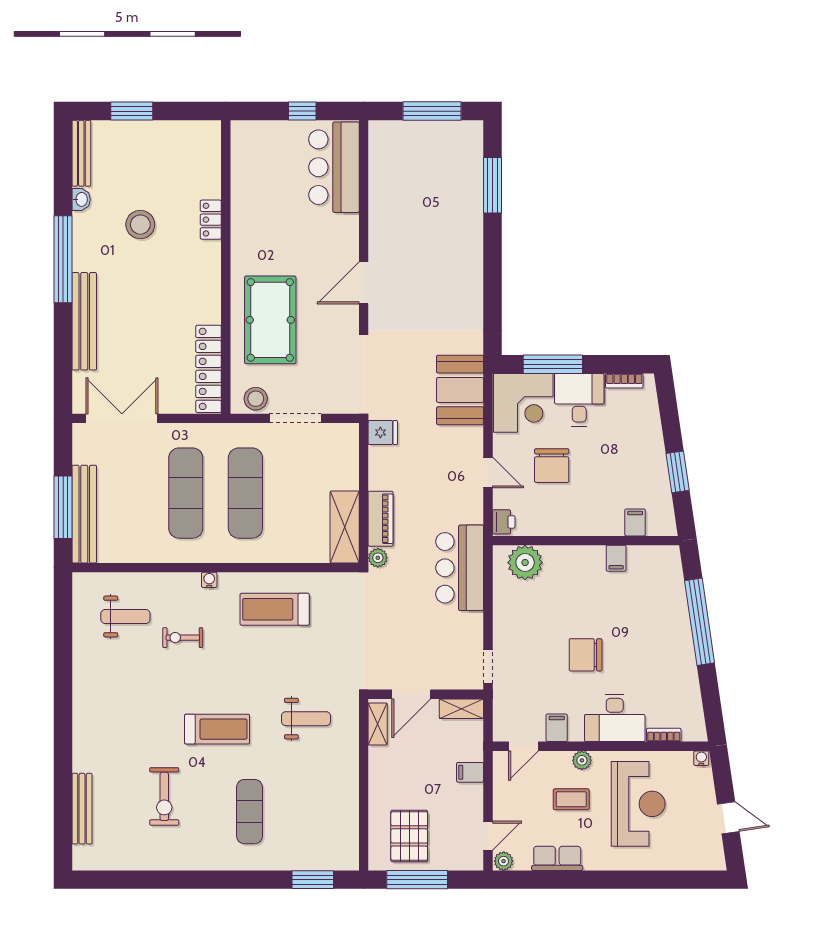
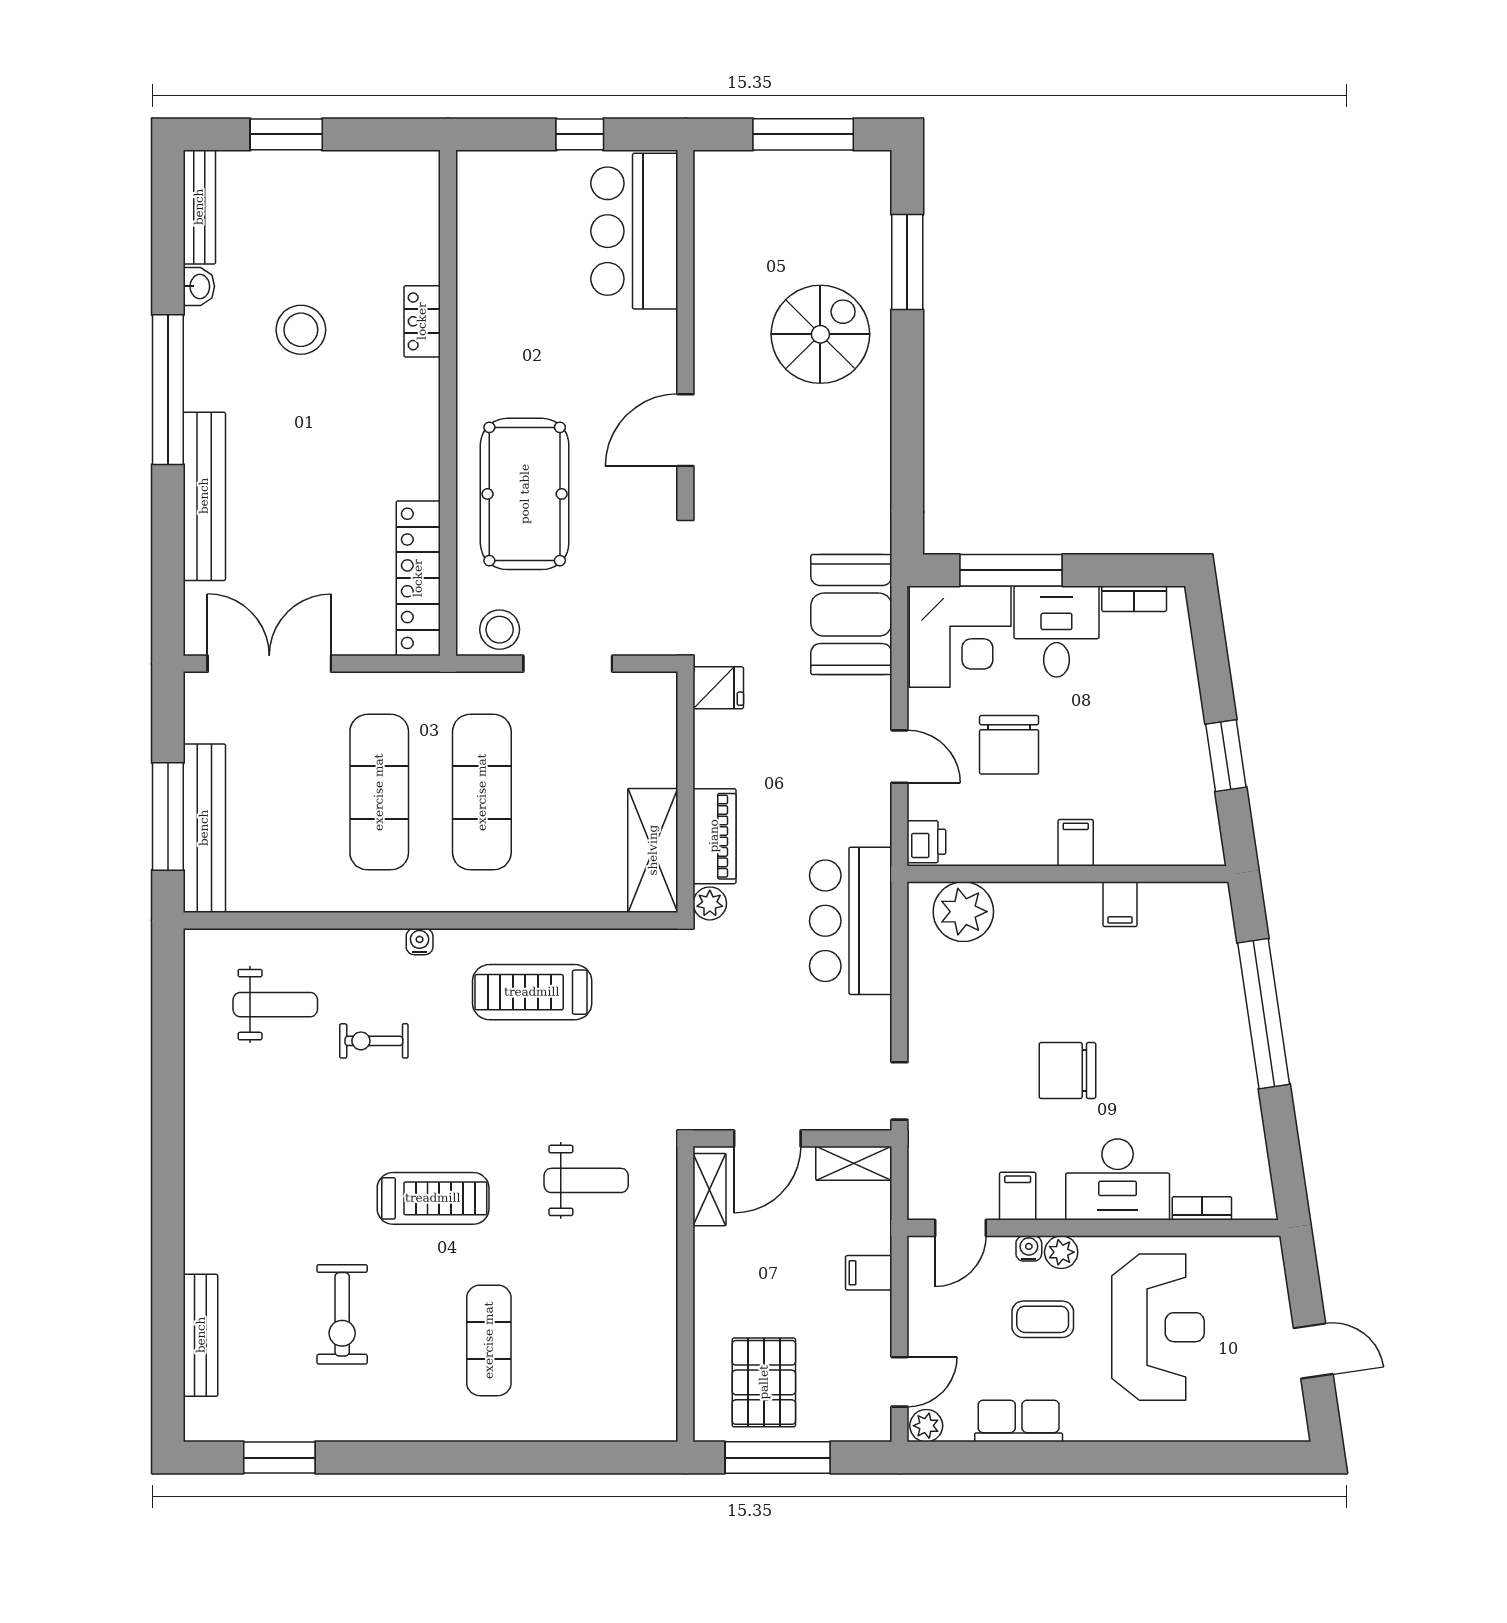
spiral stairs: (442, 227) -> (820, 334), added
filing cabinet: (635, 522) -> (1076, 843), moved
water cooler: (701, 758) -> (1029, 1248), moved
window: (313, 880) -> (279, 1458), moved

